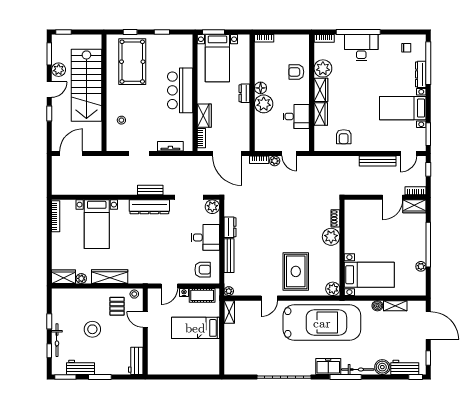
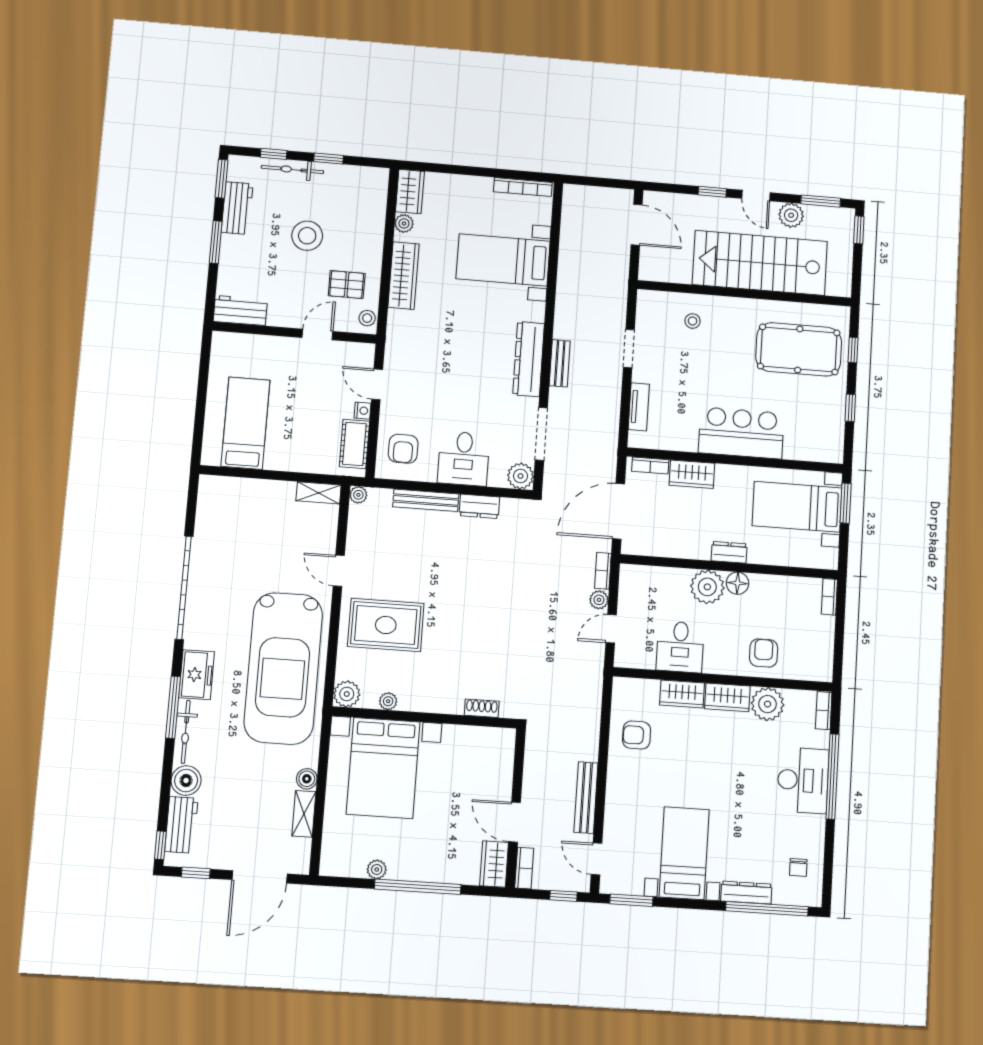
plant: (331, 237) -> (388, 701), moved, width x0.53, depth x0.53
bed with nightstands: (369, 275) -> (383, 768), width x1.36
bed: (195, 328) -> (246, 423), moved

